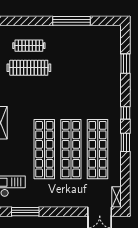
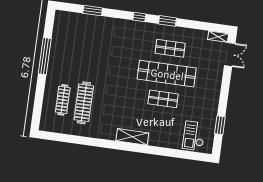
shop shelf: (44, 149) -> (163, 99), width x0.50, depth x0.74
shop shelf: (98, 149) -> (170, 48), width x0.50, depth x0.74
window: (25, 212) -> (220, 125), width x0.69

